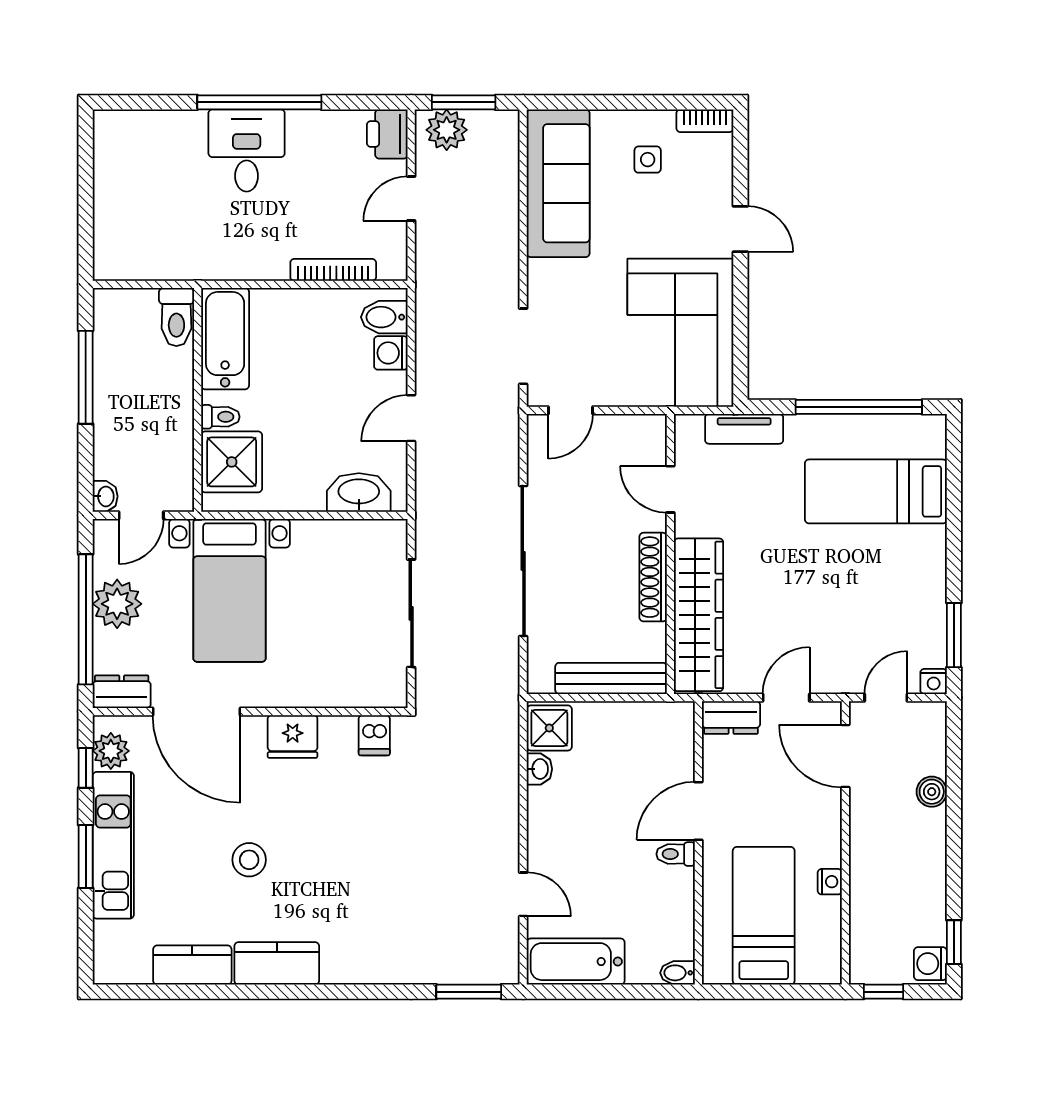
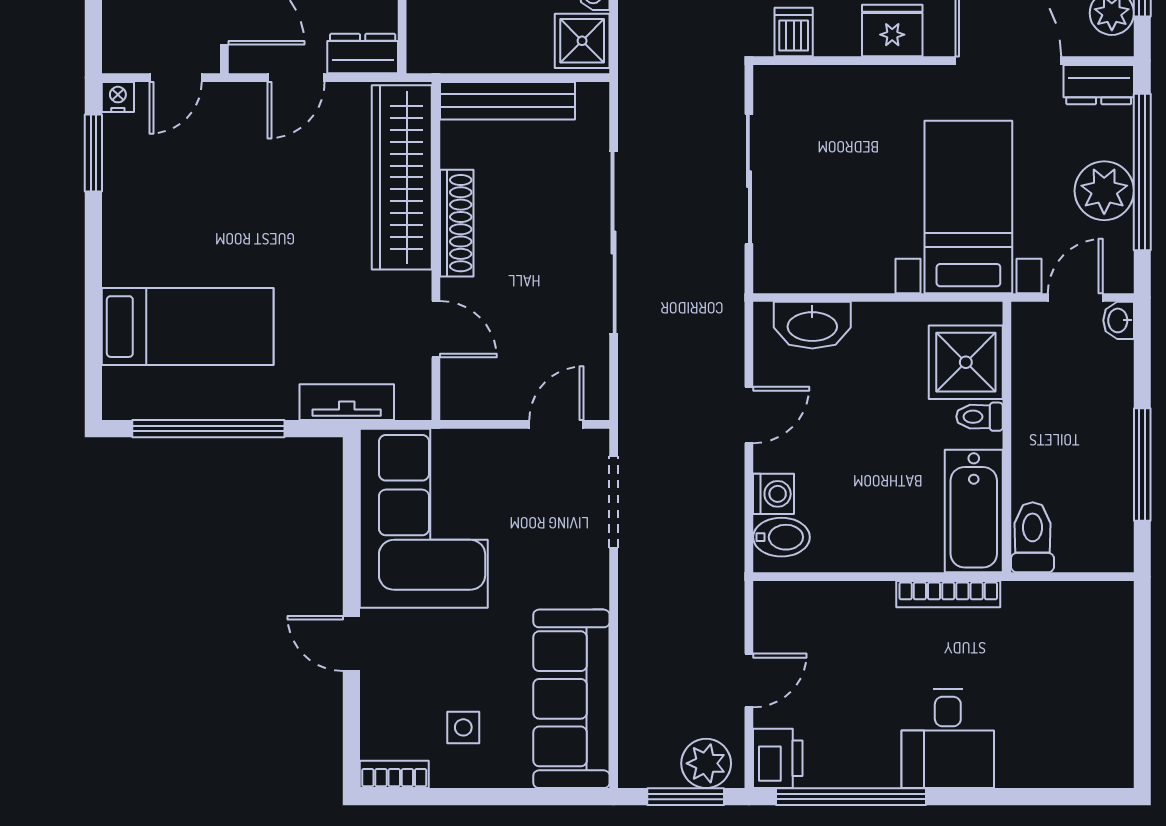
window: (259, 102) -> (851, 797), moved
bookcase: (333, 270) -> (948, 594), moved

